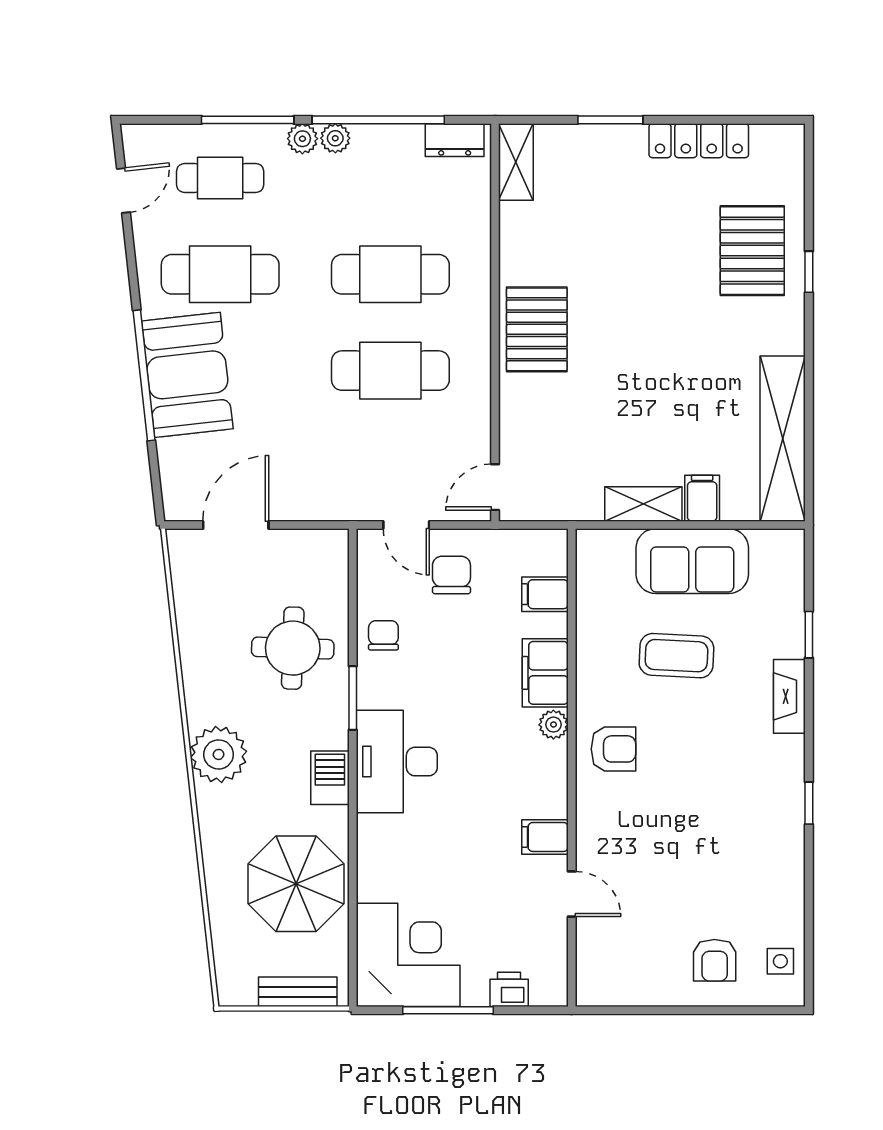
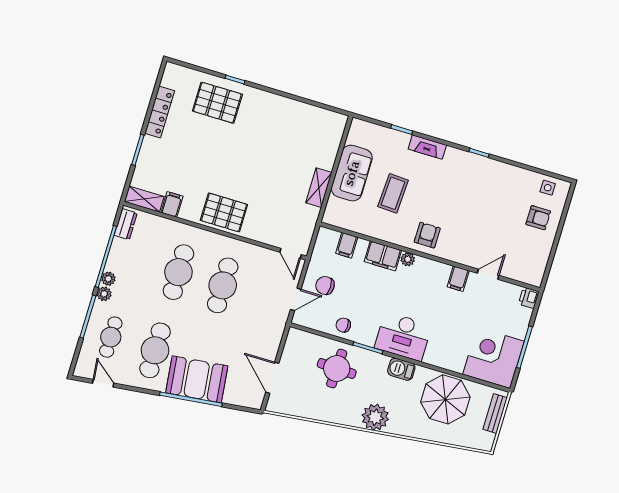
shelving: (783, 439) -> (308, 115), removed
filing cabinet: (702, 498) -> (172, 204), moved, turned 90
printer: (509, 989) -> (529, 298), moved

